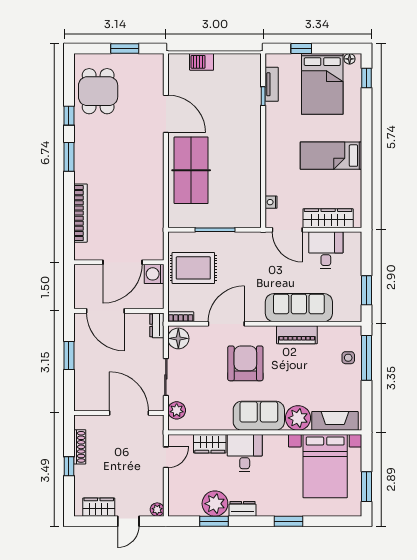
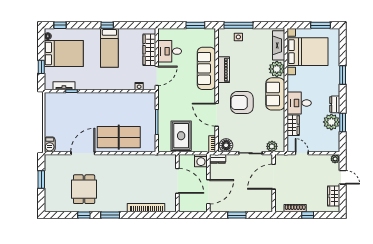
barbecue: (202, 62) -> (50, 144), moved
dining table: (98, 91) -> (84, 189), moved, turned 90
window: (367, 152) -> (107, 25), added
washing machine: (154, 274) -> (201, 161), moved

